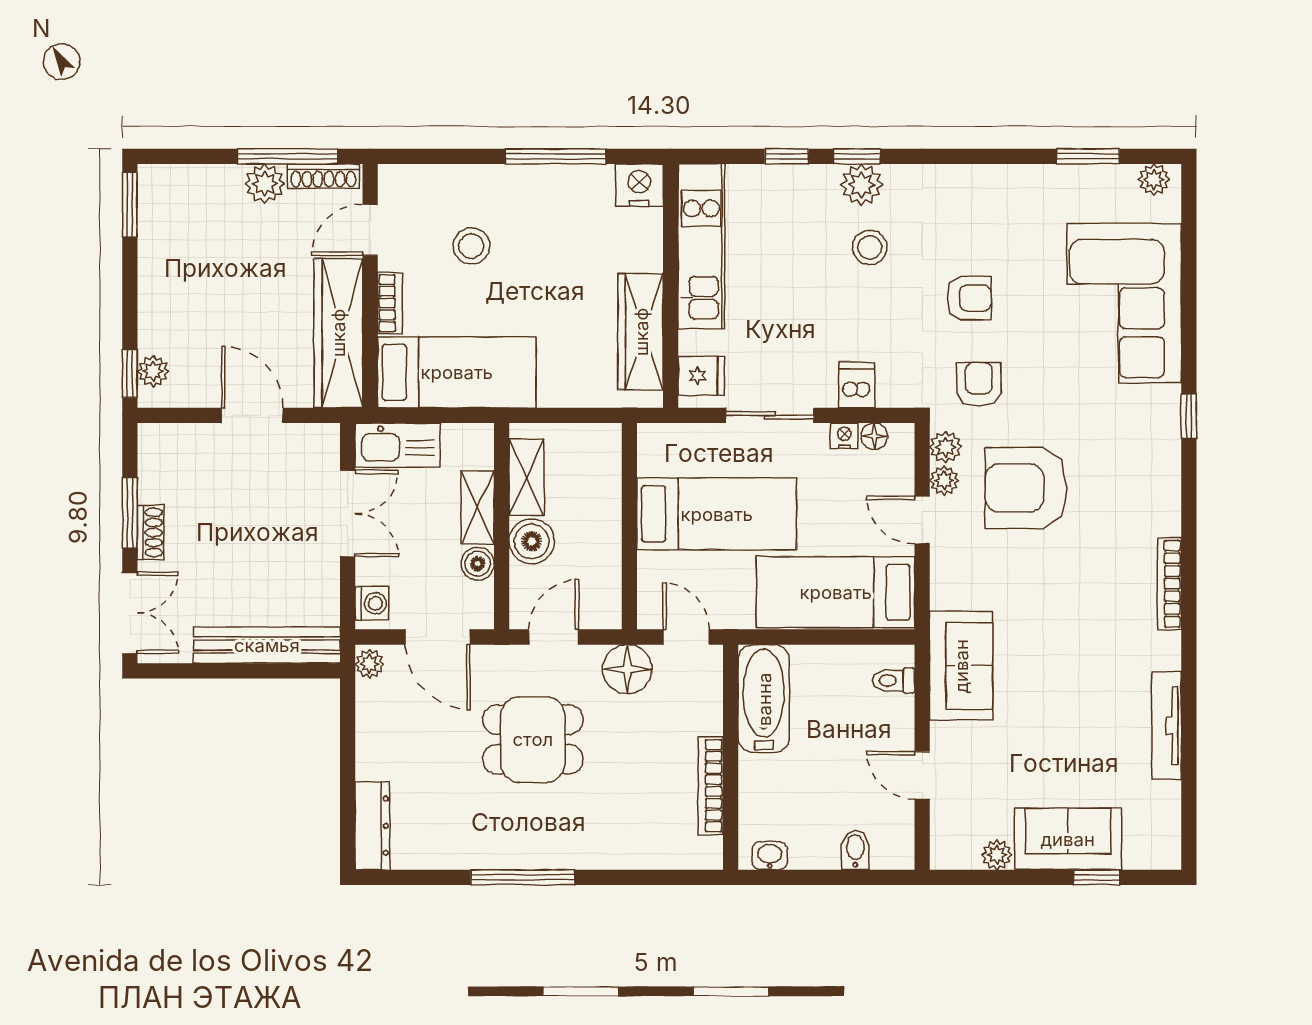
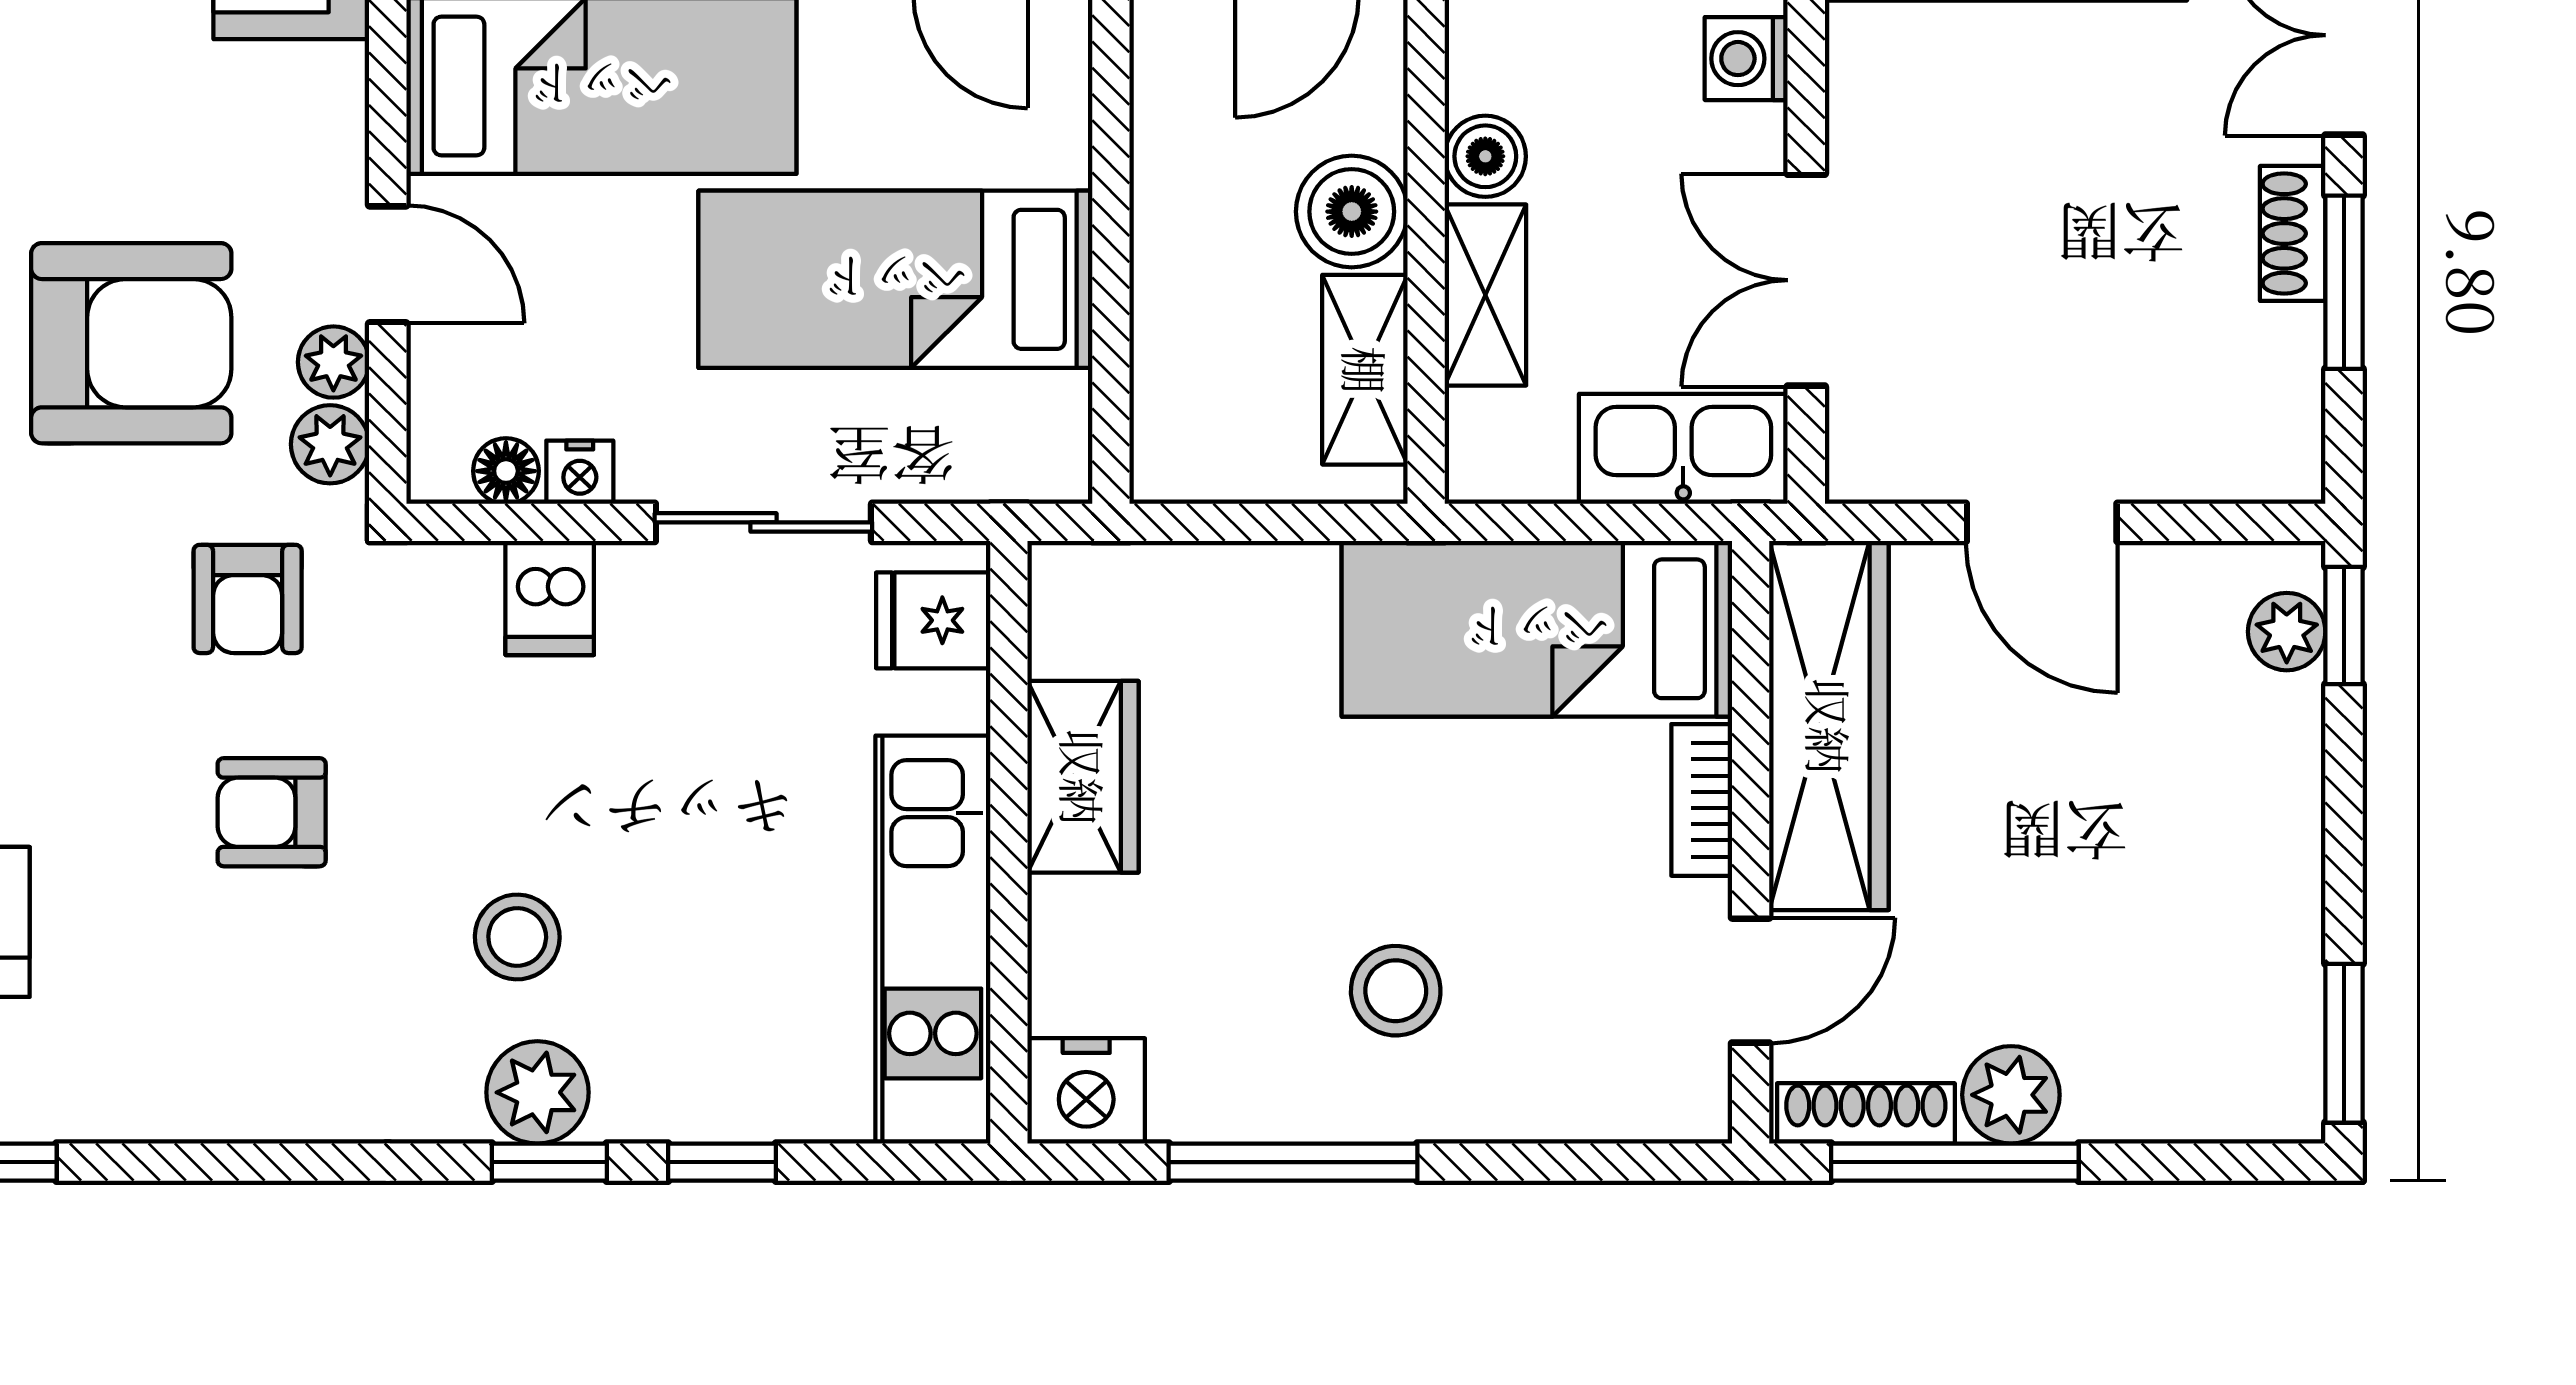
stool: (471, 246) -> (1396, 991), moved
wardrobe: (641, 332) -> (1083, 777), width x0.67

